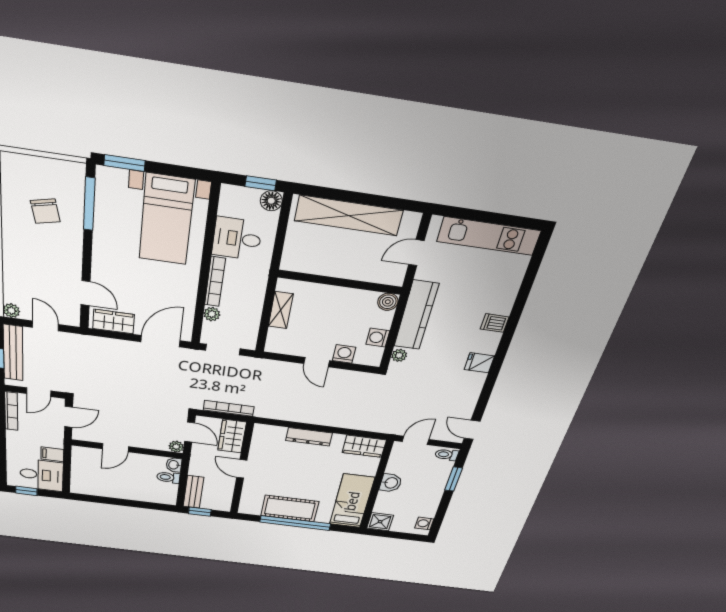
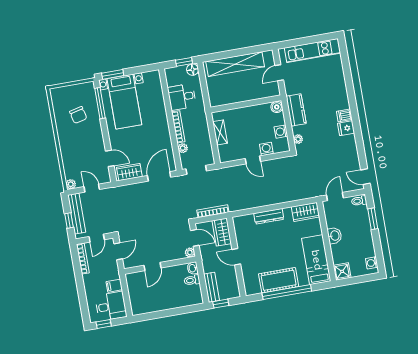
bed with nightstands: (166, 220) -> (124, 102), moved
kitchen counter: (416, 315) -> (296, 110), width x0.67
dishwasher: (495, 323) -> (344, 115), moved

